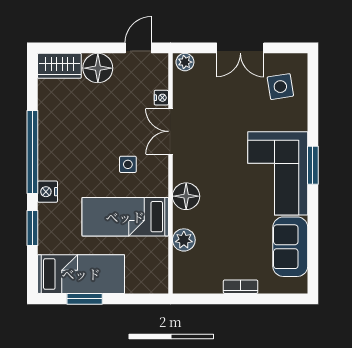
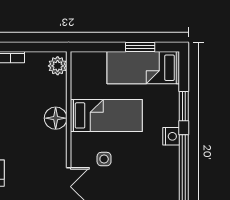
floor lamp: (186, 196) -> (56, 118), moved
plant: (184, 240) -> (58, 66), moved

